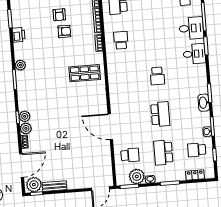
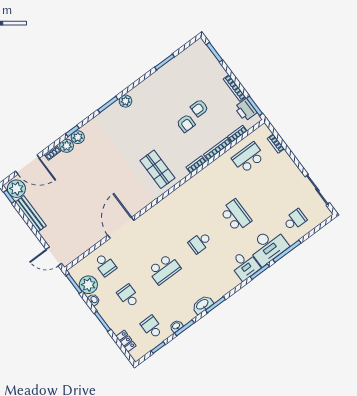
desk: (191, 28) -> (268, 246), width x1.37
printer: (19, 35) -> (154, 81), removed
school desk: (121, 40) -> (236, 216), moved, width x1.85
school desk: (163, 153) -> (128, 296), width x0.54
bench: (54, 186) -> (31, 214), width x1.36

